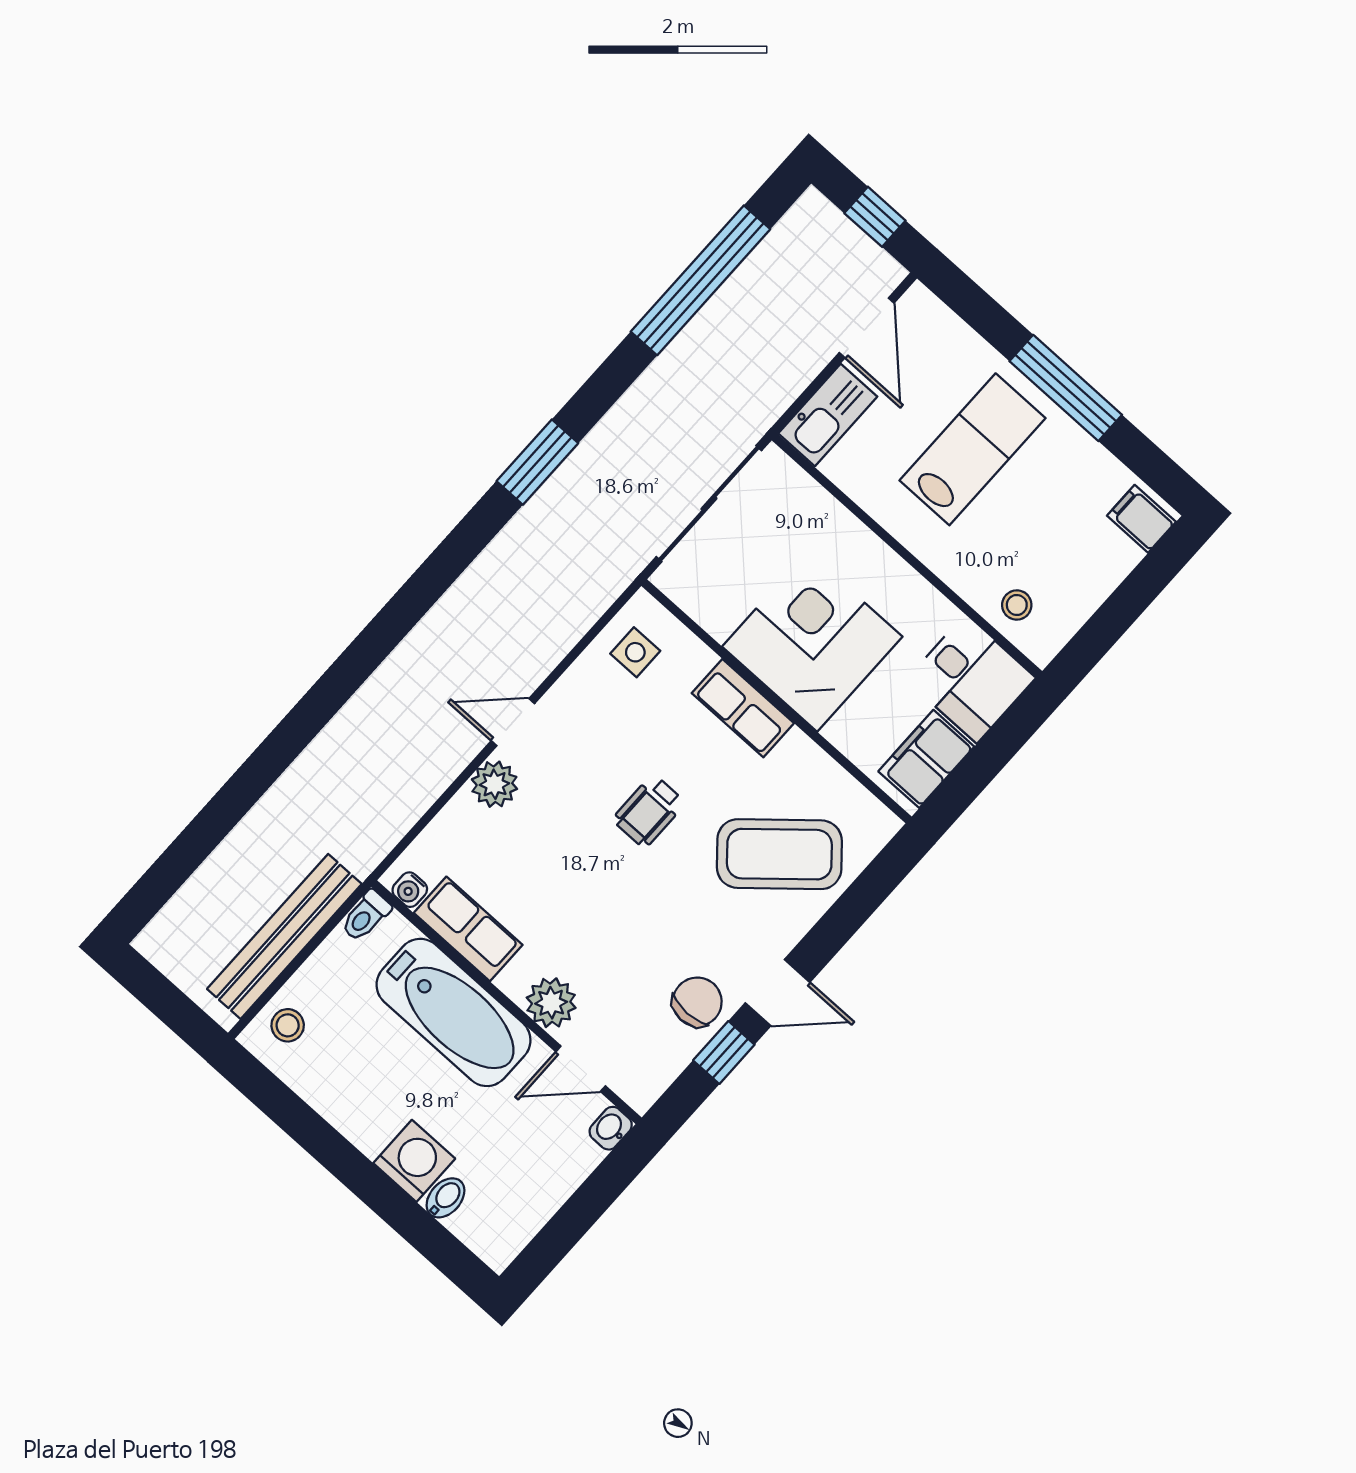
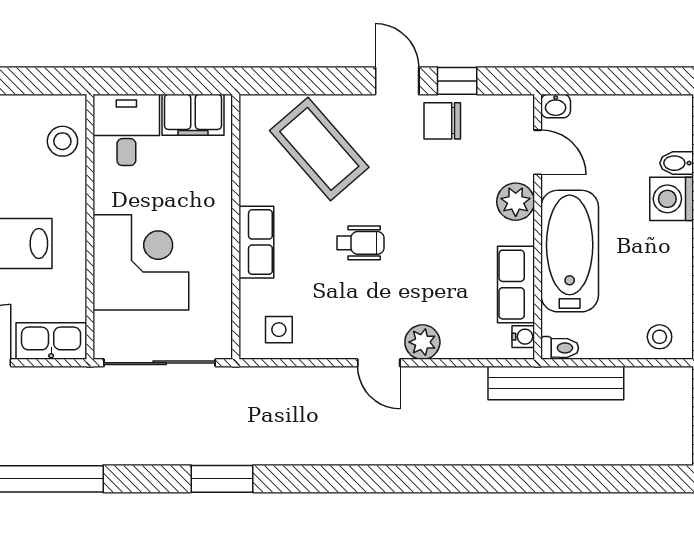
stool: (1017, 605) -> (62, 141), width x1.37, depth x1.37
corner desk: (812, 642) -> (141, 262), moved, turned 180
bench: (284, 936) -> (556, 383), moved

